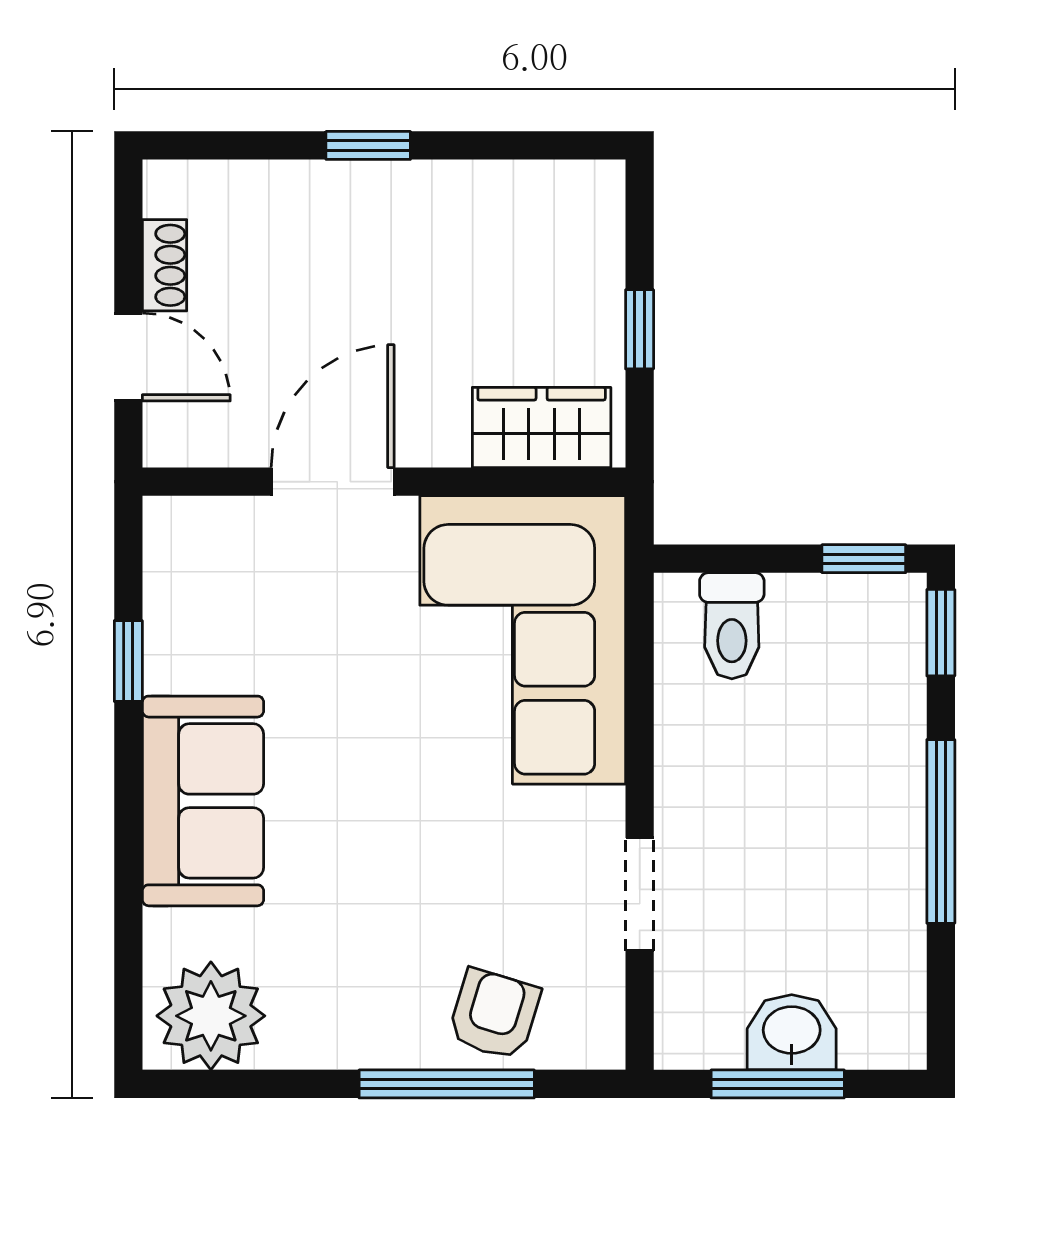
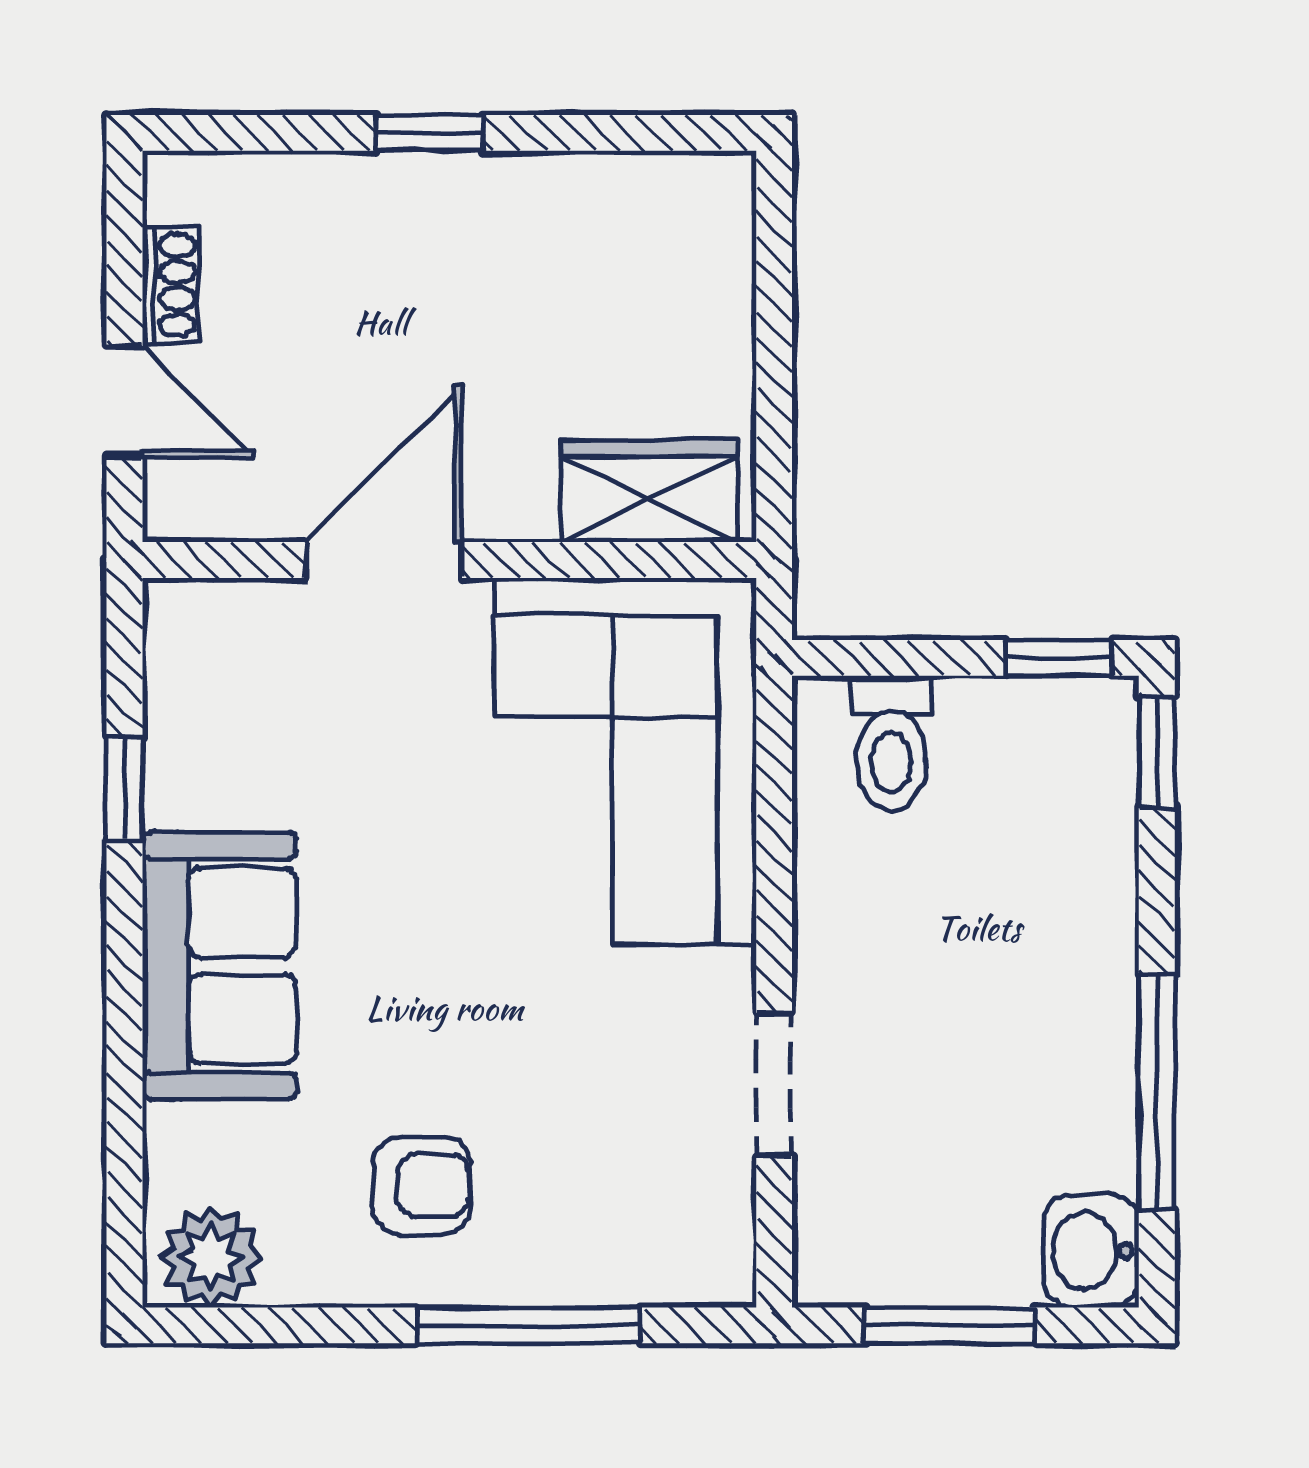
window: (640, 329) -> (774, 366), removed
window: (941, 831) -> (1157, 1092), moved
armchair: (494, 1014) -> (421, 1186), moved, turned 73
plant: (211, 1016) -> (211, 1257), width x0.73, depth x0.73
washbasin: (792, 1032) -> (1091, 1251), moved, turned -90

